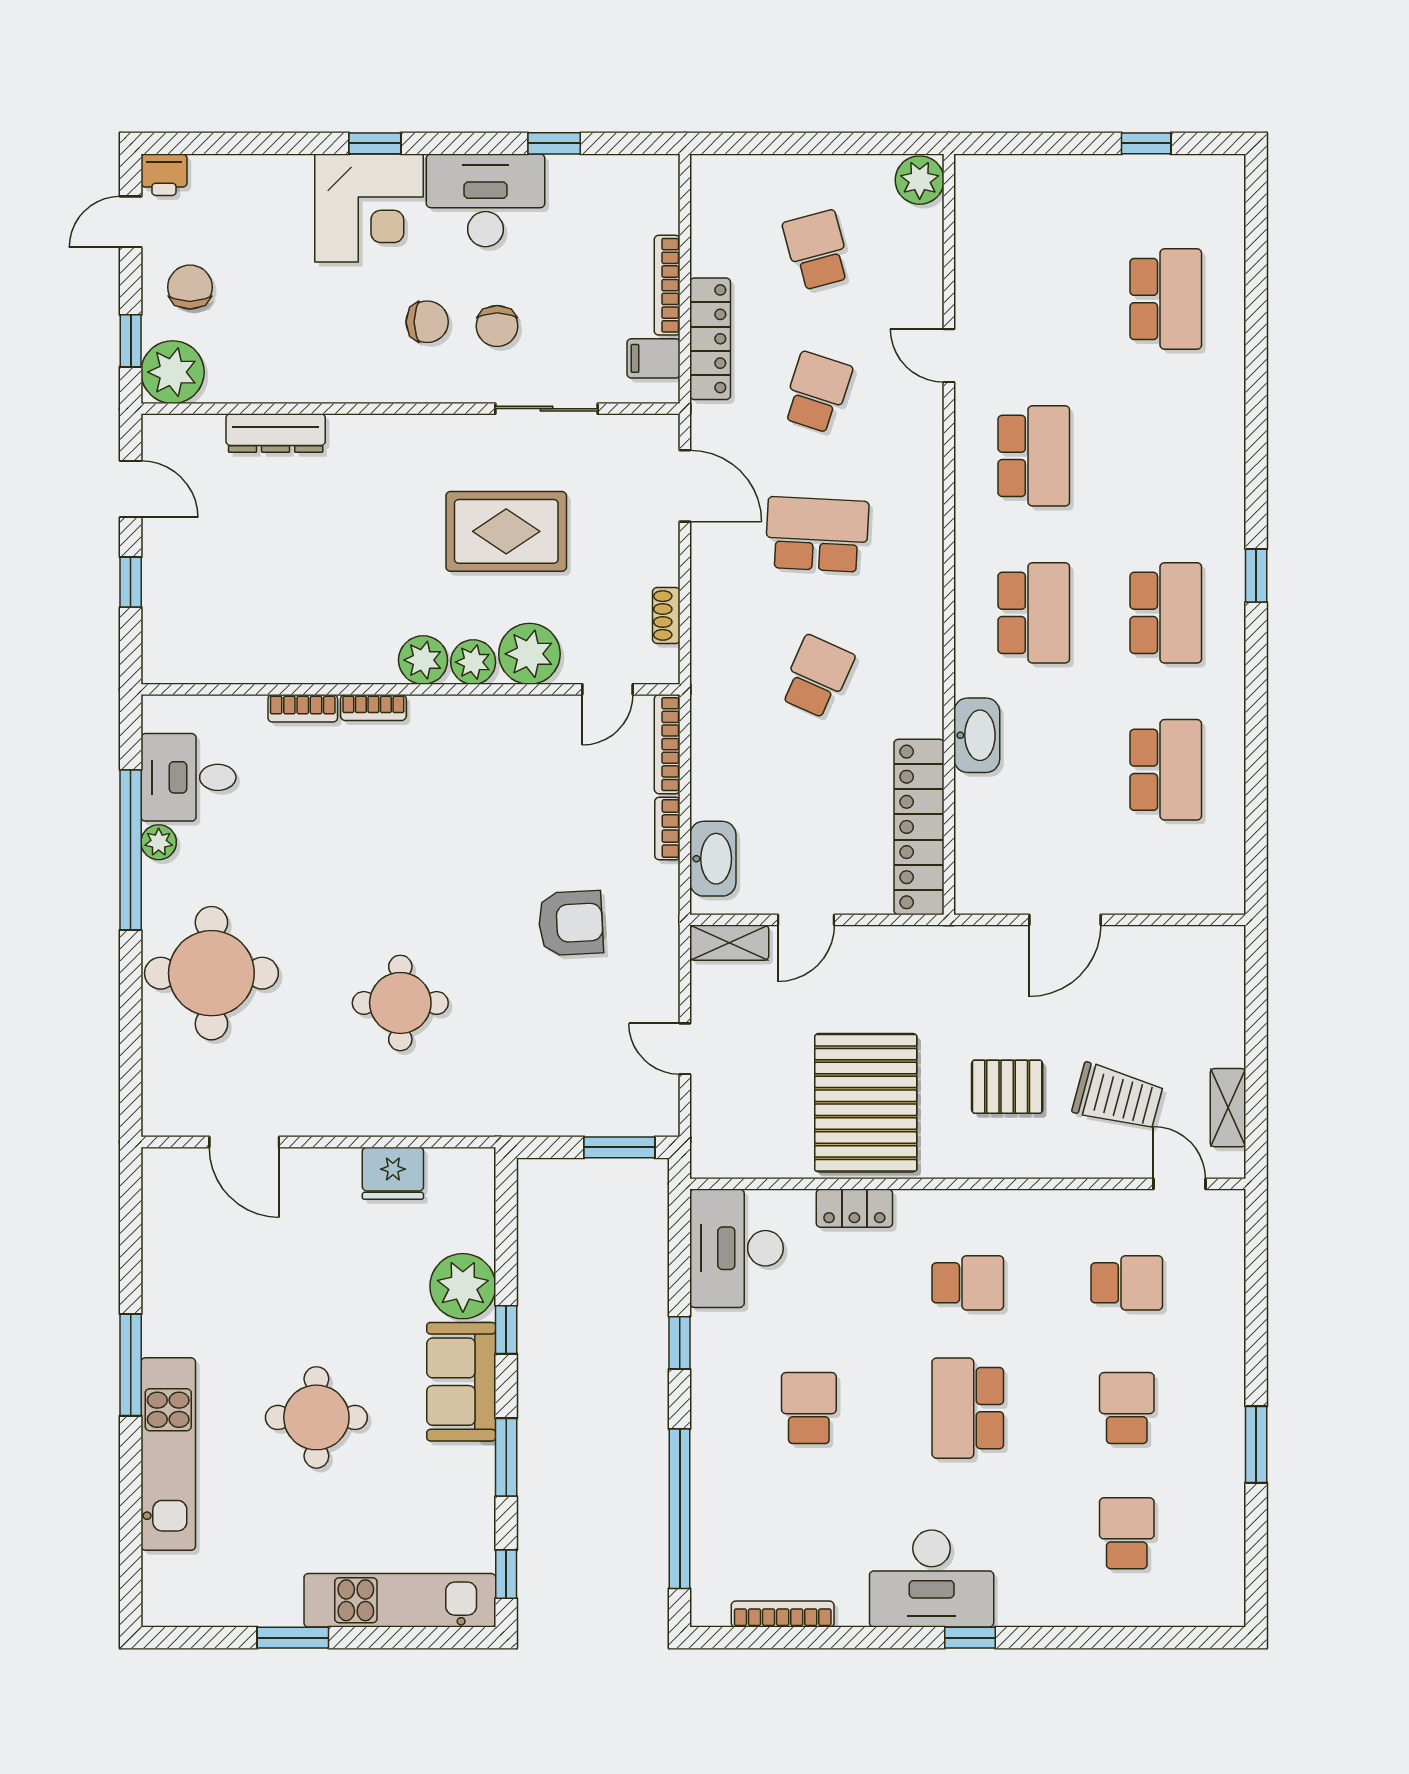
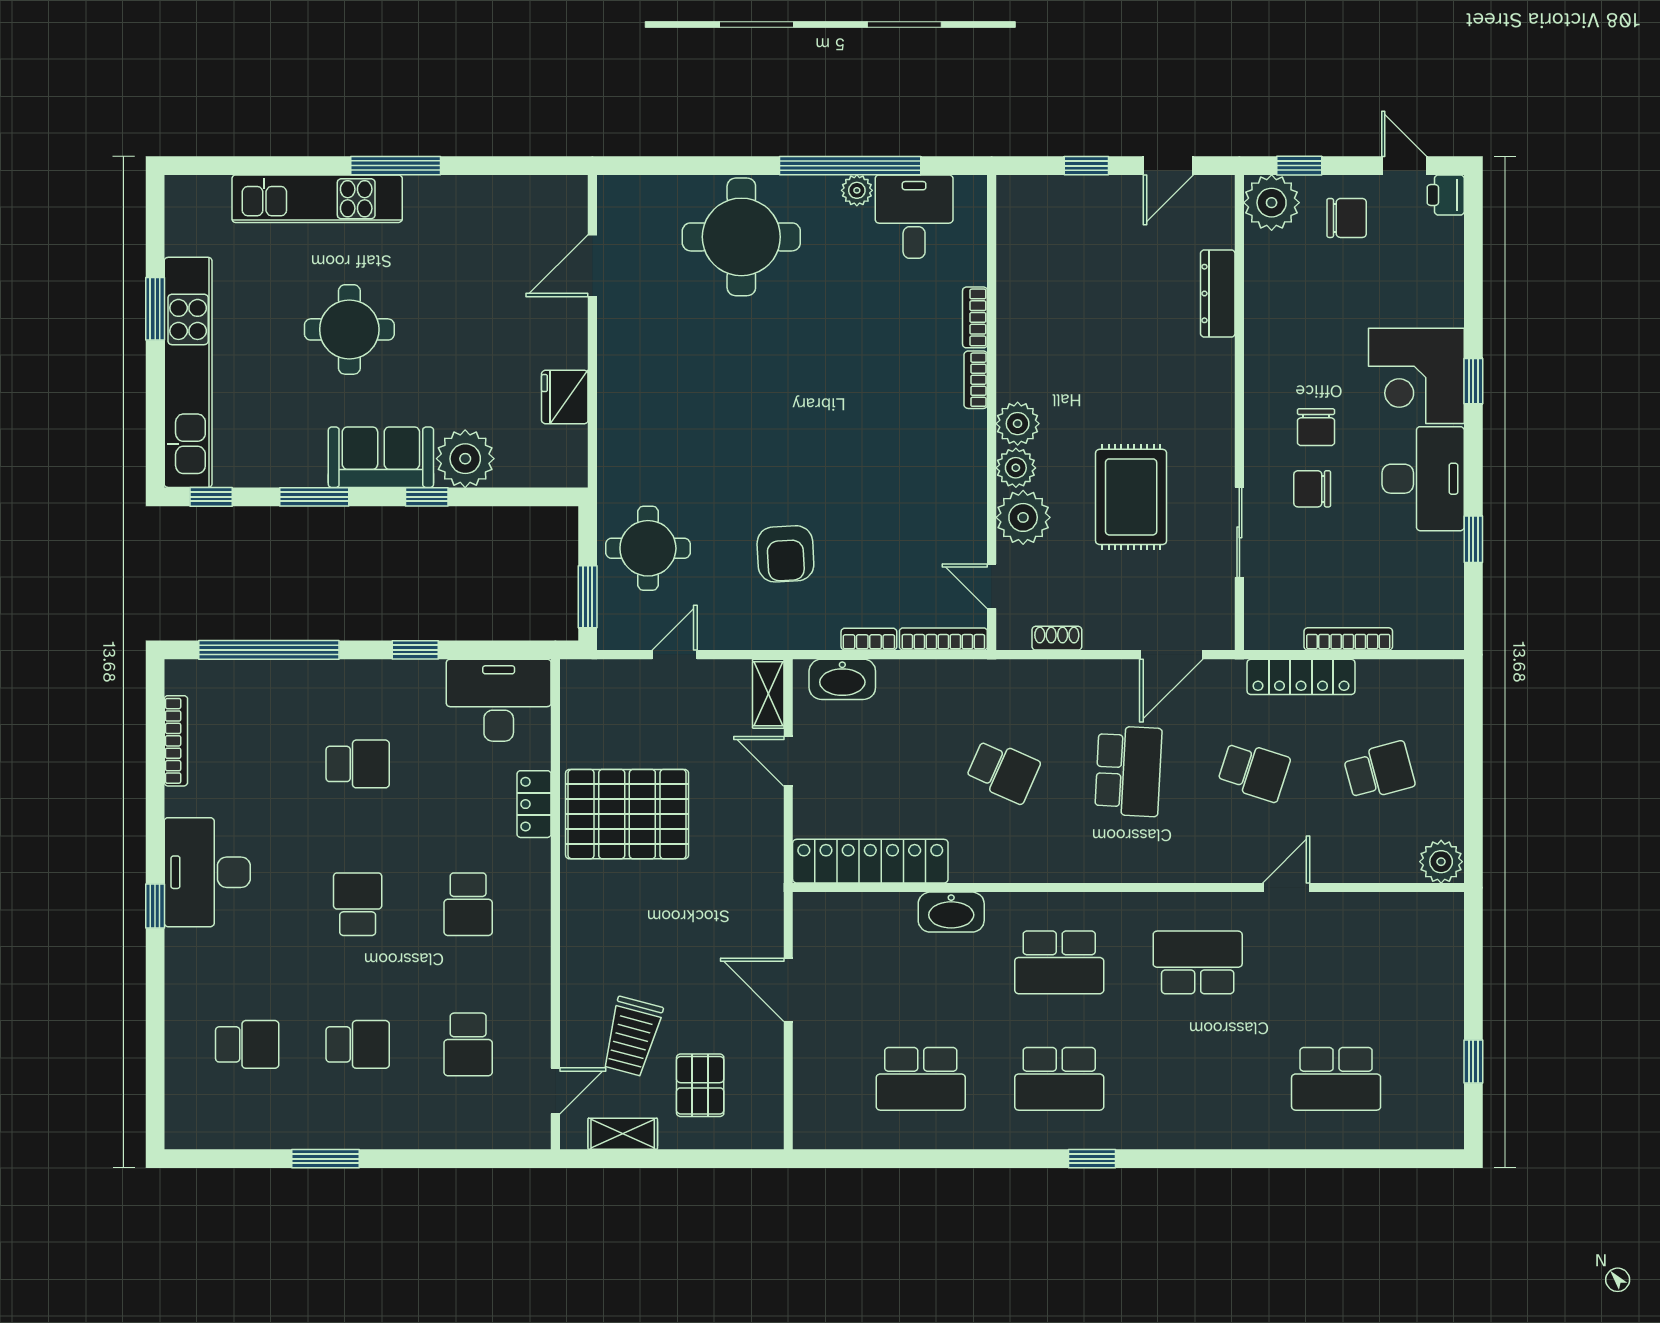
filing cabinet: (654, 358) -> (1284, 627), removed
school desk: (1034, 456) -> (1198, 962), turned 180
round table: (400, 1003) -> (648, 548), moved
pallet: (1007, 1087) -> (700, 1085), moved
school desk: (968, 1408) -> (358, 904), width x0.54
kitchen unit: (400, 1600) -> (188, 372), width x1.36

